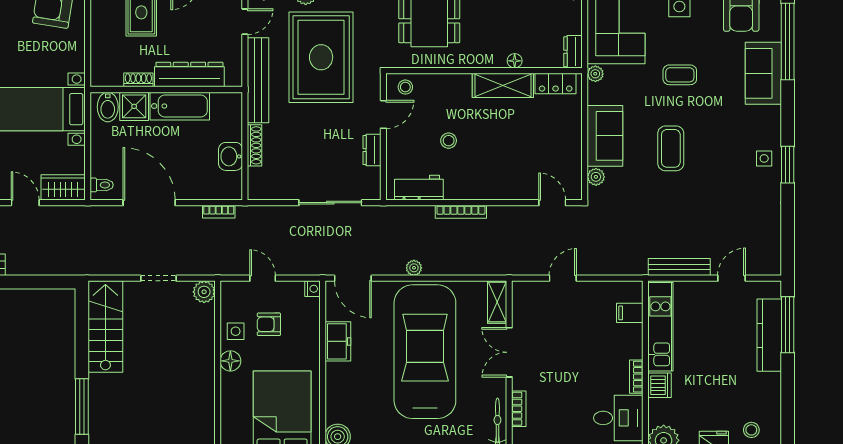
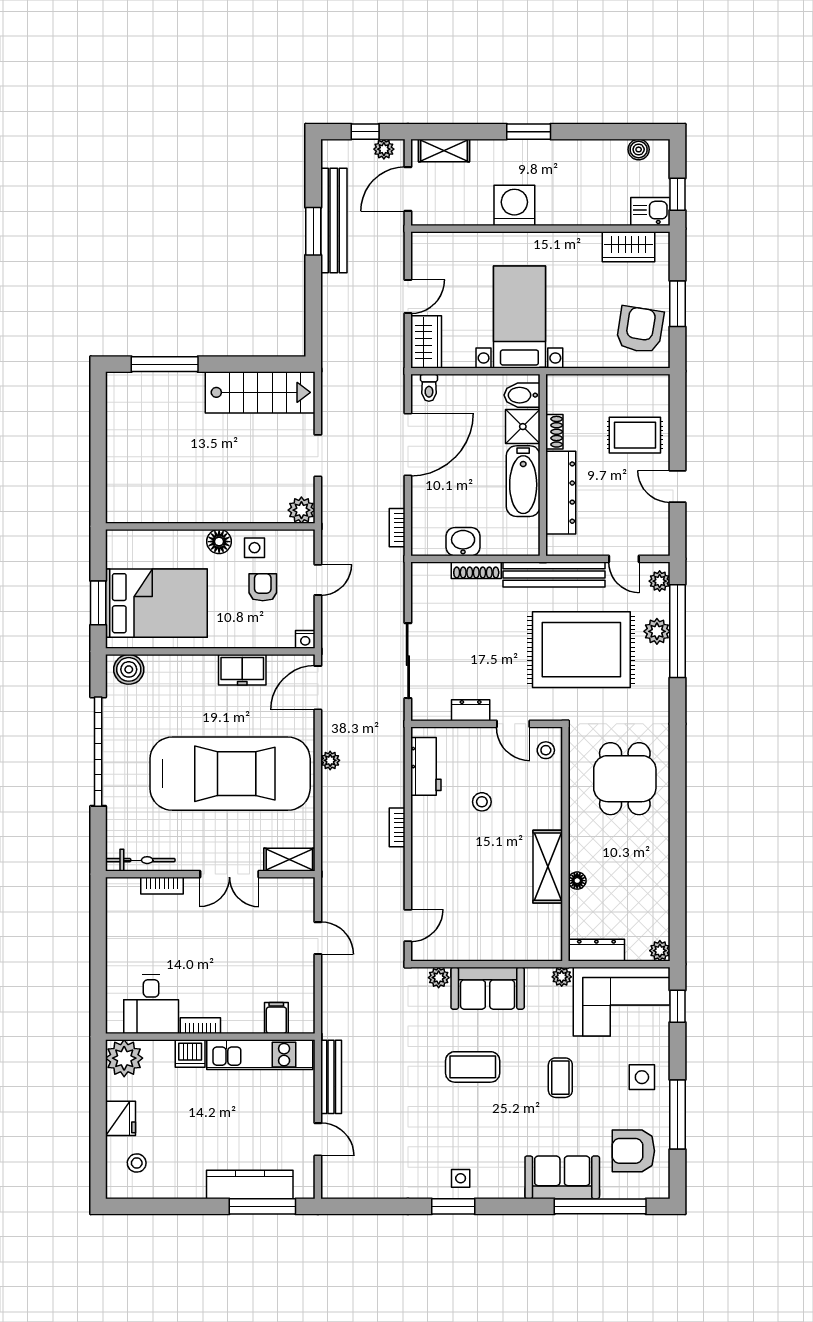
dresser: (573, 52) -> (596, 950), width x1.44
locker: (556, 83) -> (550, 929), removed
bookcase: (461, 212) -> (397, 827), width x0.64
double door: (509, 352) -> (229, 874), swing flipped

